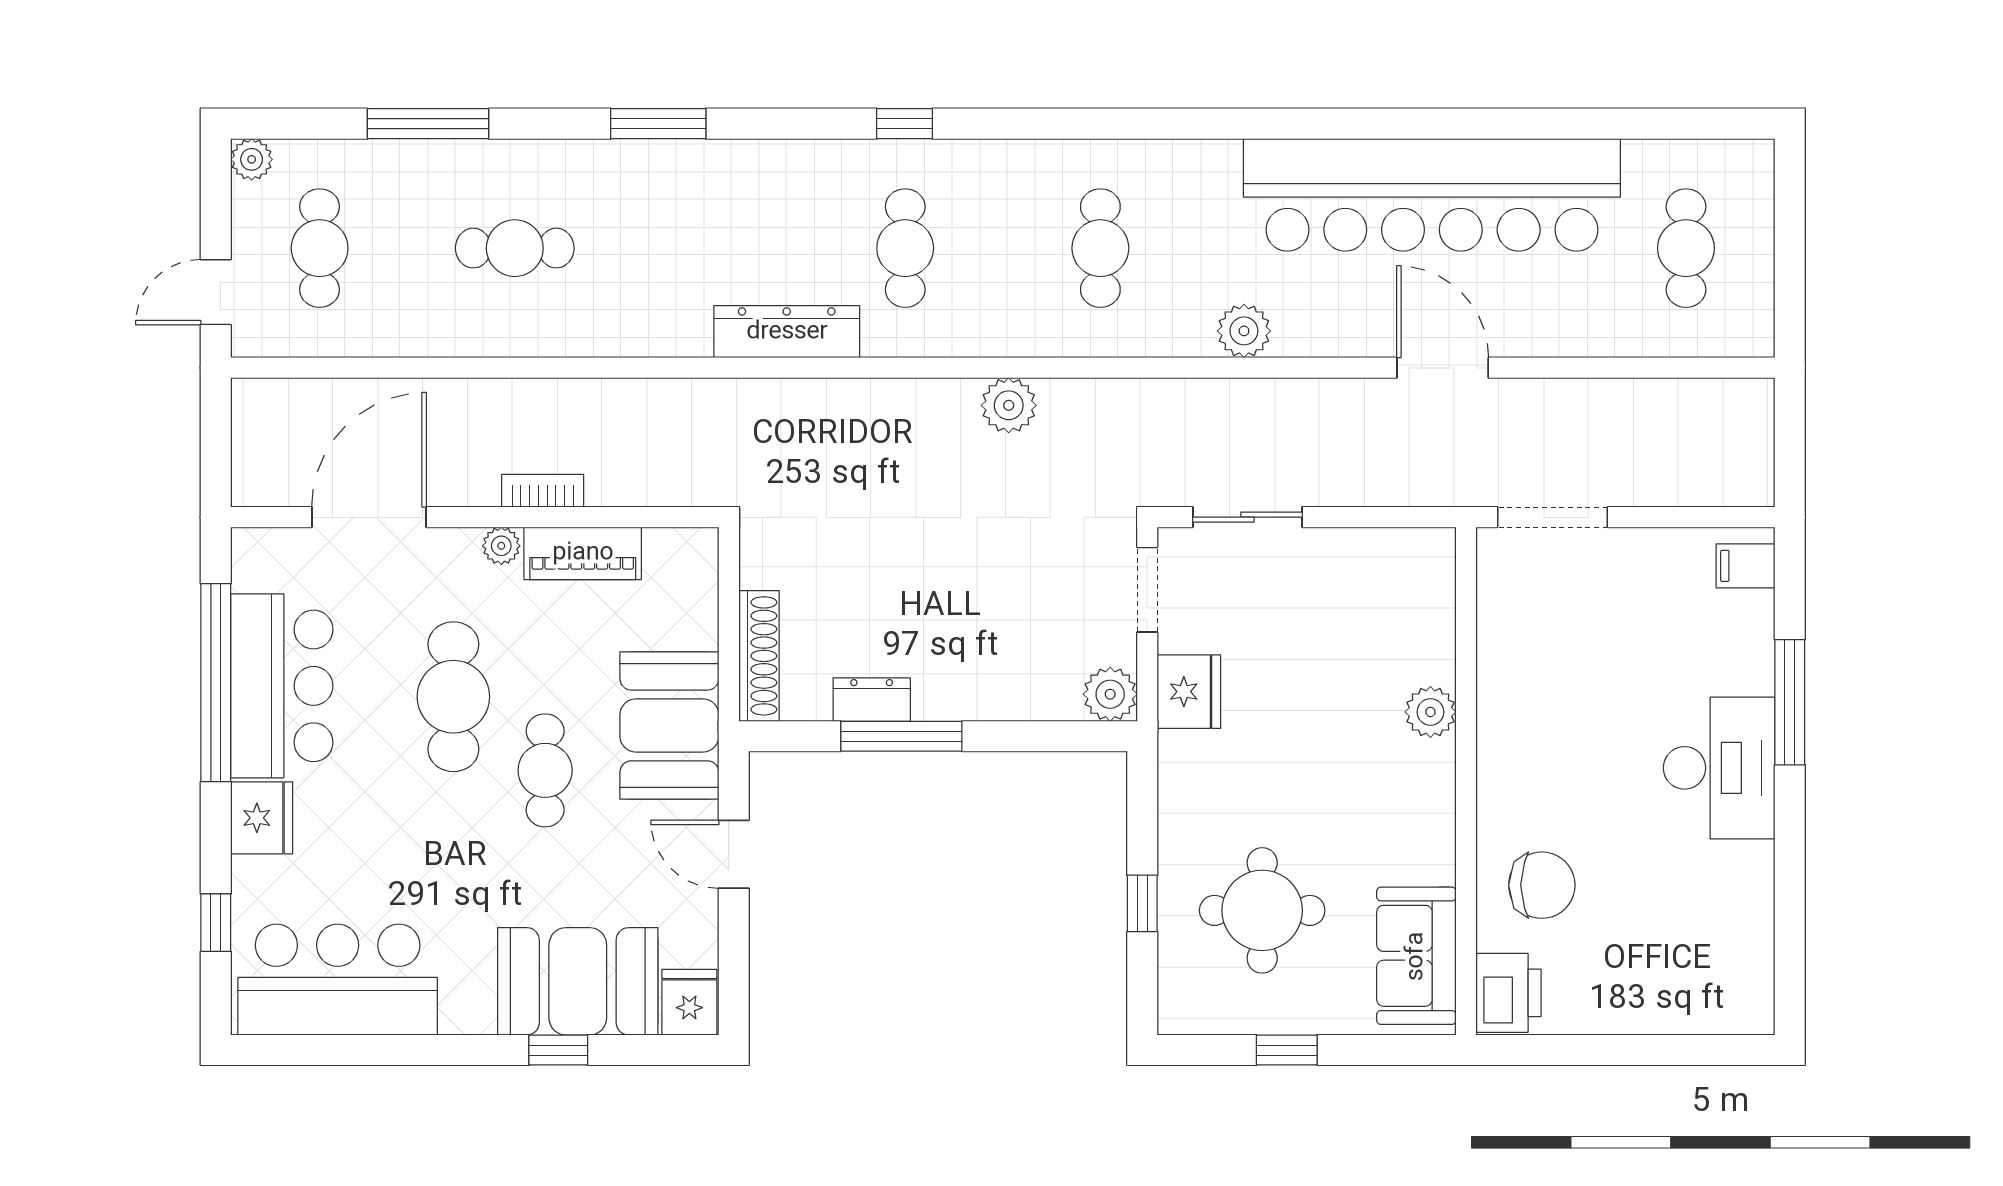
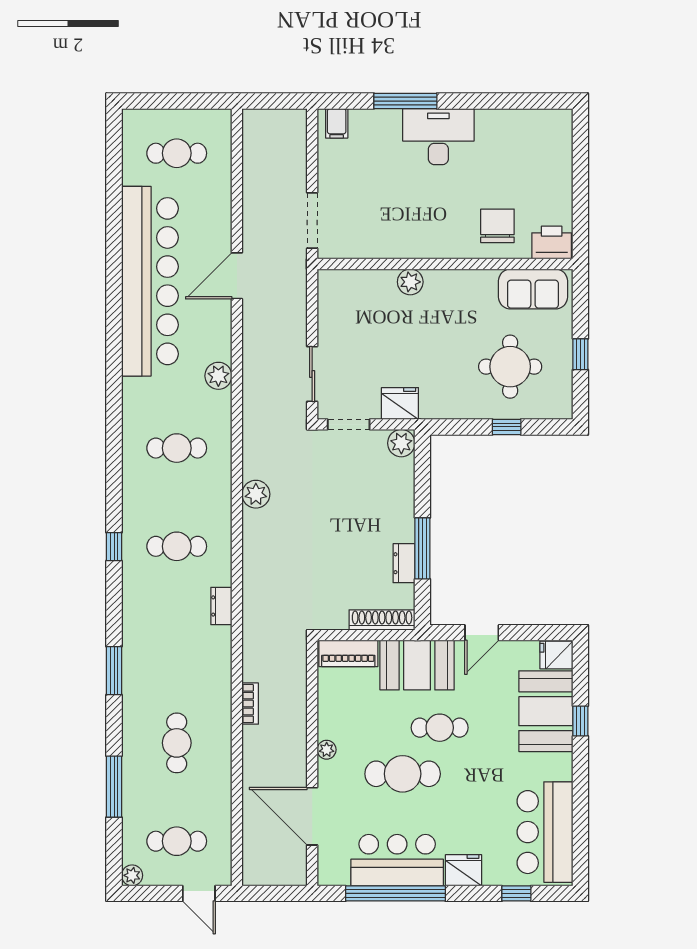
dresser: (787, 332) -> (221, 606), width x0.51, depth x0.80
bookcase: (543, 491) -> (250, 704), moved, turned 180
piano: (583, 553) -> (348, 653), moved, turned 90

